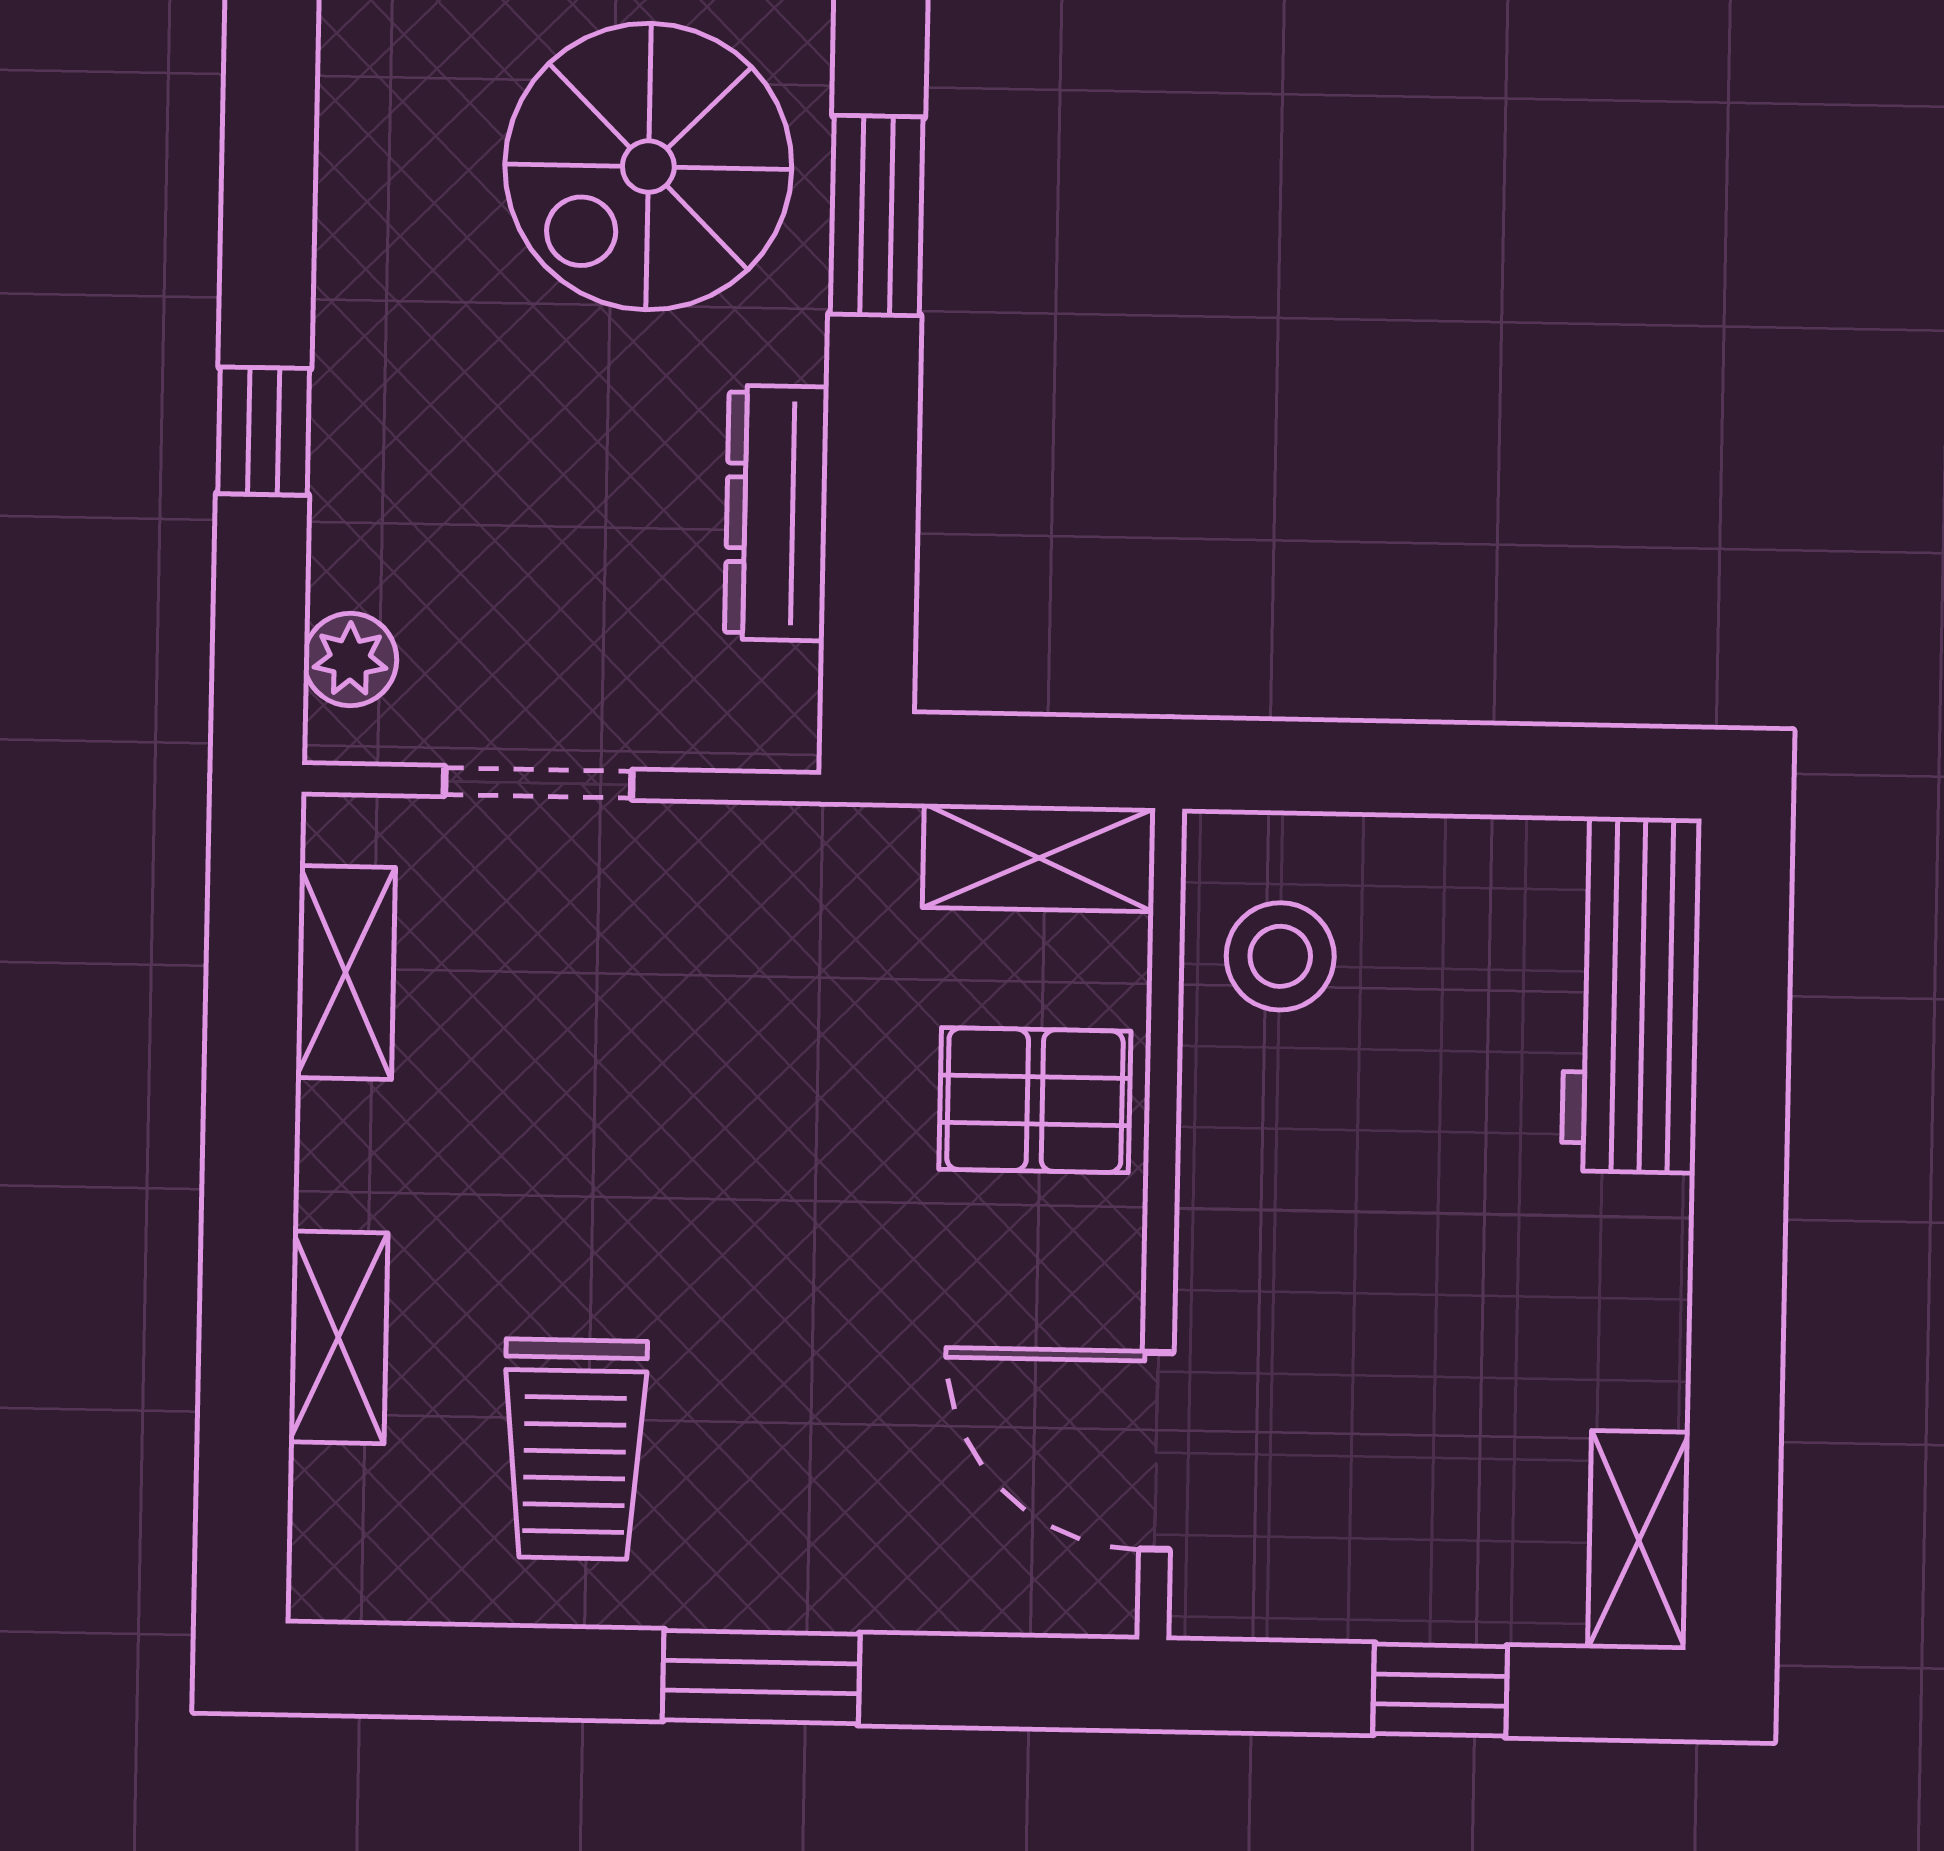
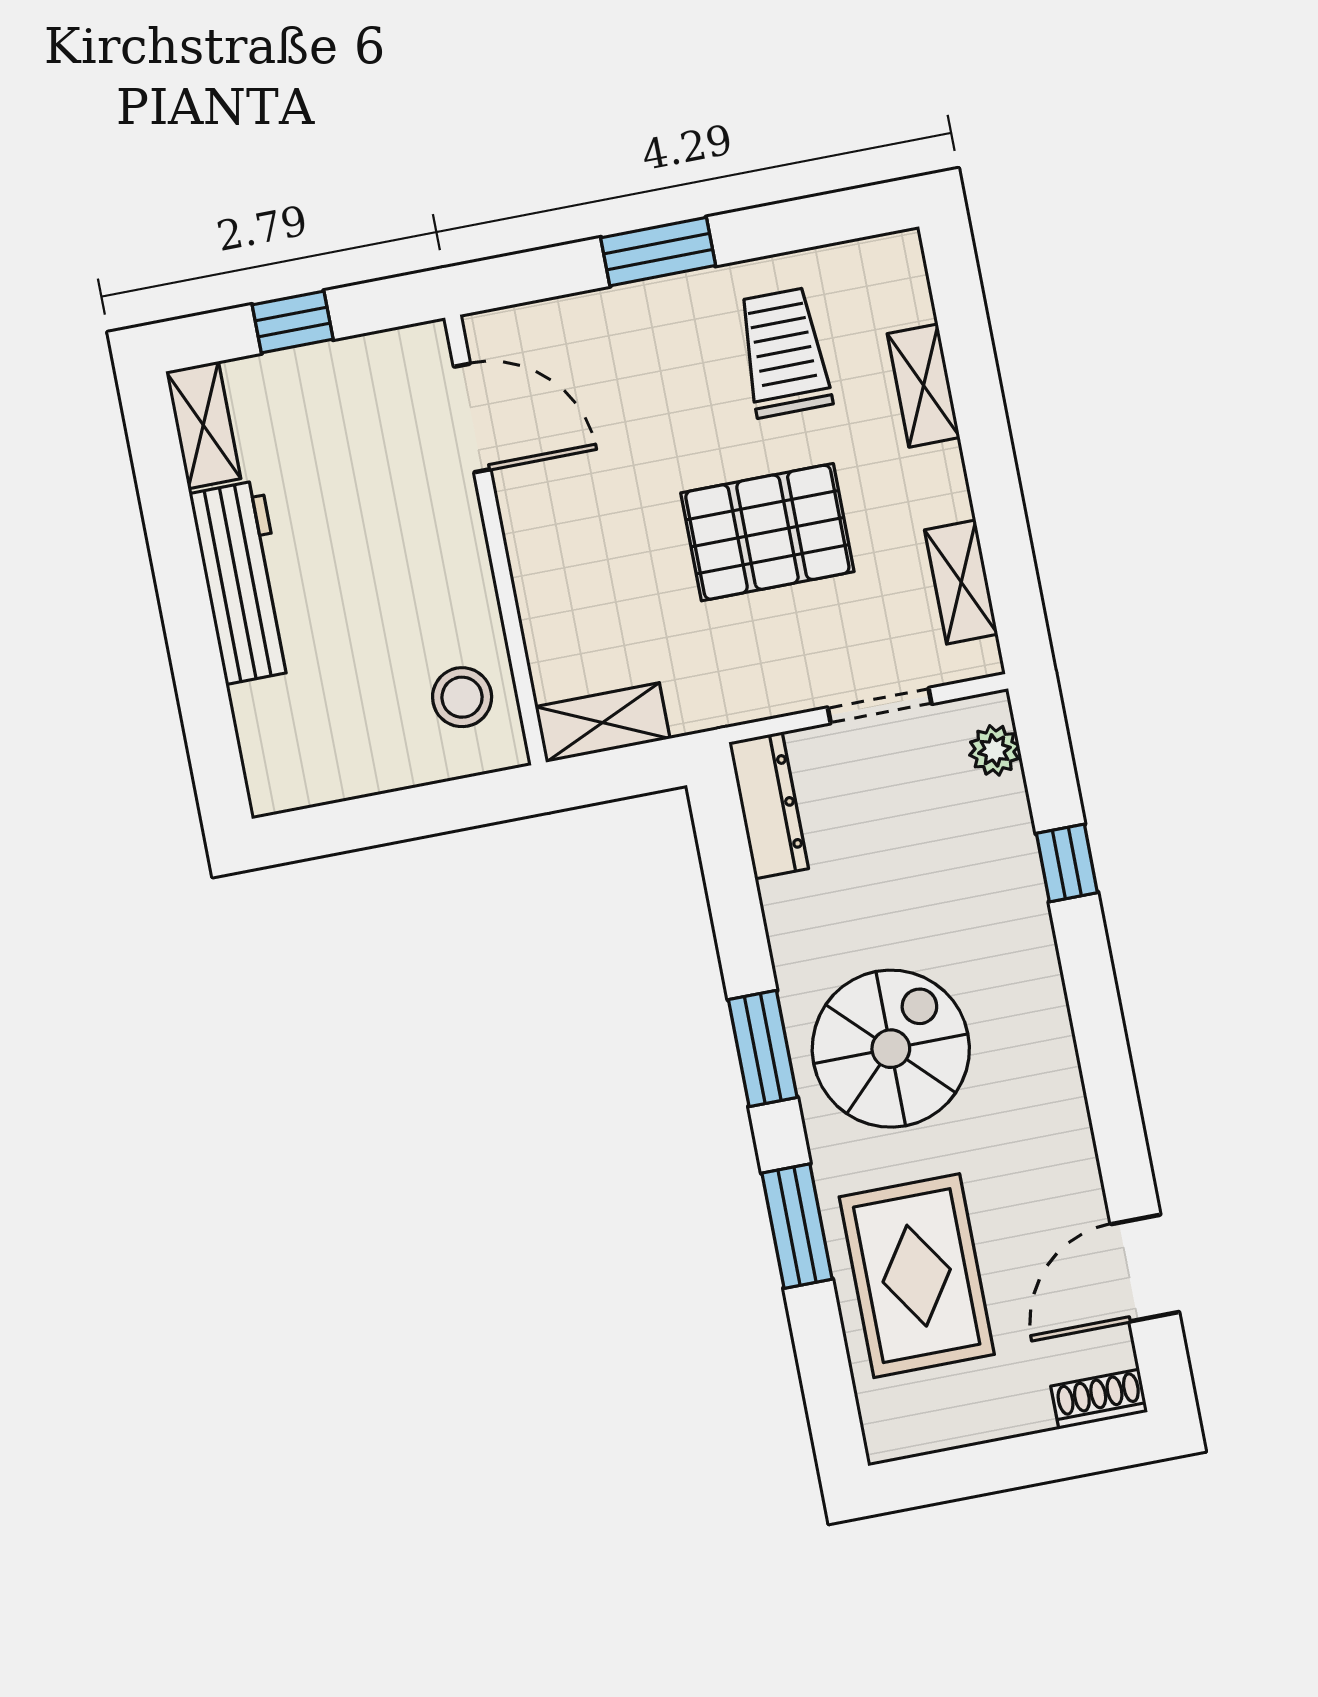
dresser: (777, 513) -> (769, 805), moved
workbench: (1631, 995) -> (243, 582), moved
pallet: (1035, 1100) -> (767, 532), moved, width x1.50, depth x1.42

